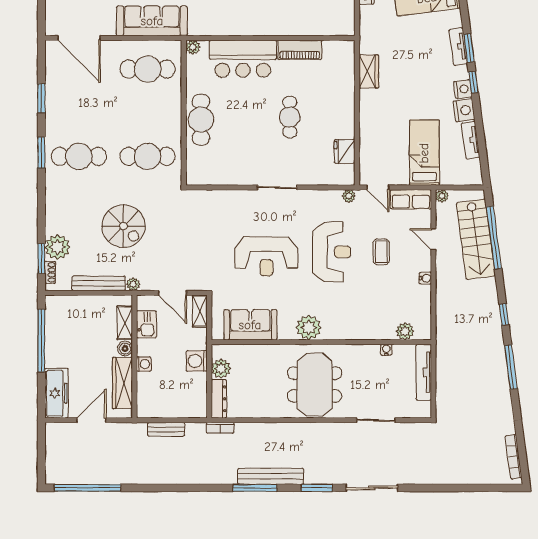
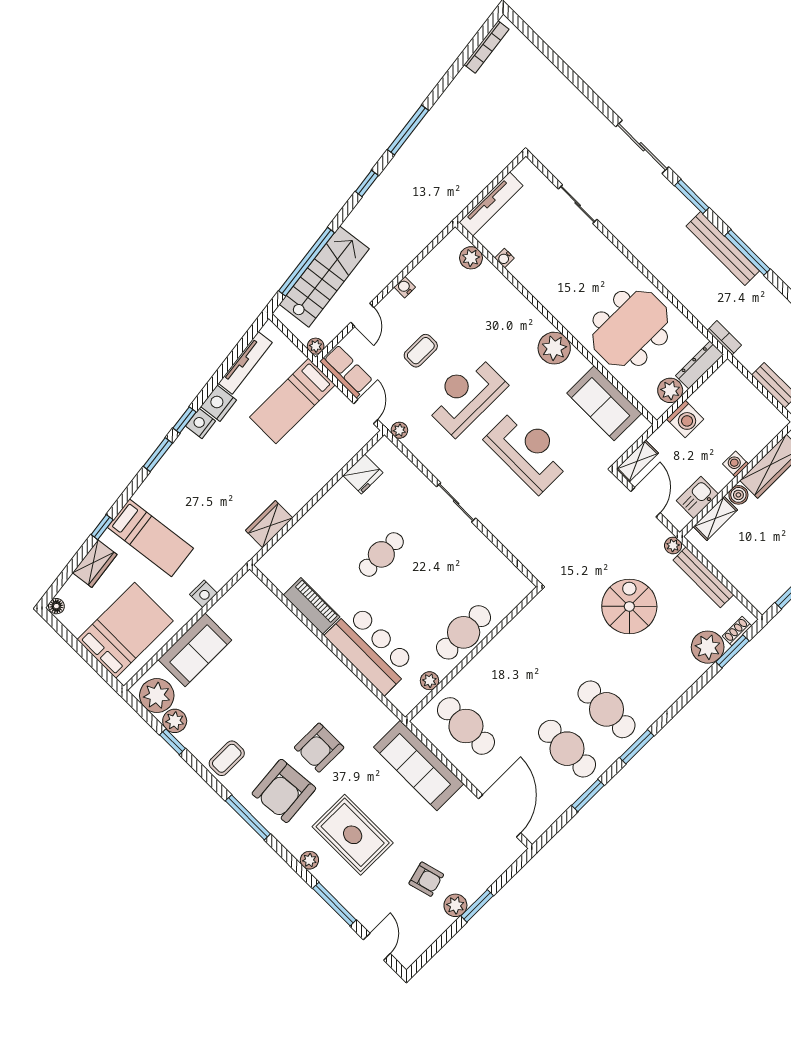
plant: (193, 47) -> (430, 681), moved
tv unit: (458, 47) -> (166, 466), removed
tv unit: (471, 140) -> (245, 363), width x1.41
cafe table: (148, 156) -> (567, 749), moved
meeting table: (315, 385) -> (630, 328), moved

